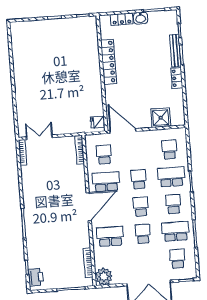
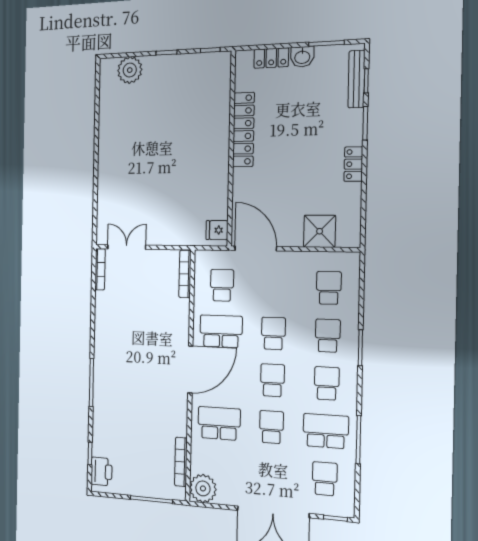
plant: (31, 29) -> (130, 70), added
bench: (175, 51) -> (356, 79), moved
school desk: (171, 177) -> (328, 336), width x0.54

